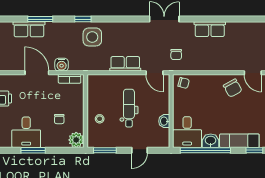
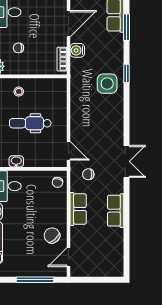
row of seats: (125, 64) -> (78, 209), moved
door: (154, 73) -> (68, 151), swing flipped
chair: (233, 88) -> (52, 235), turned 77
dental chair: (129, 108) -> (30, 123), turned 180

